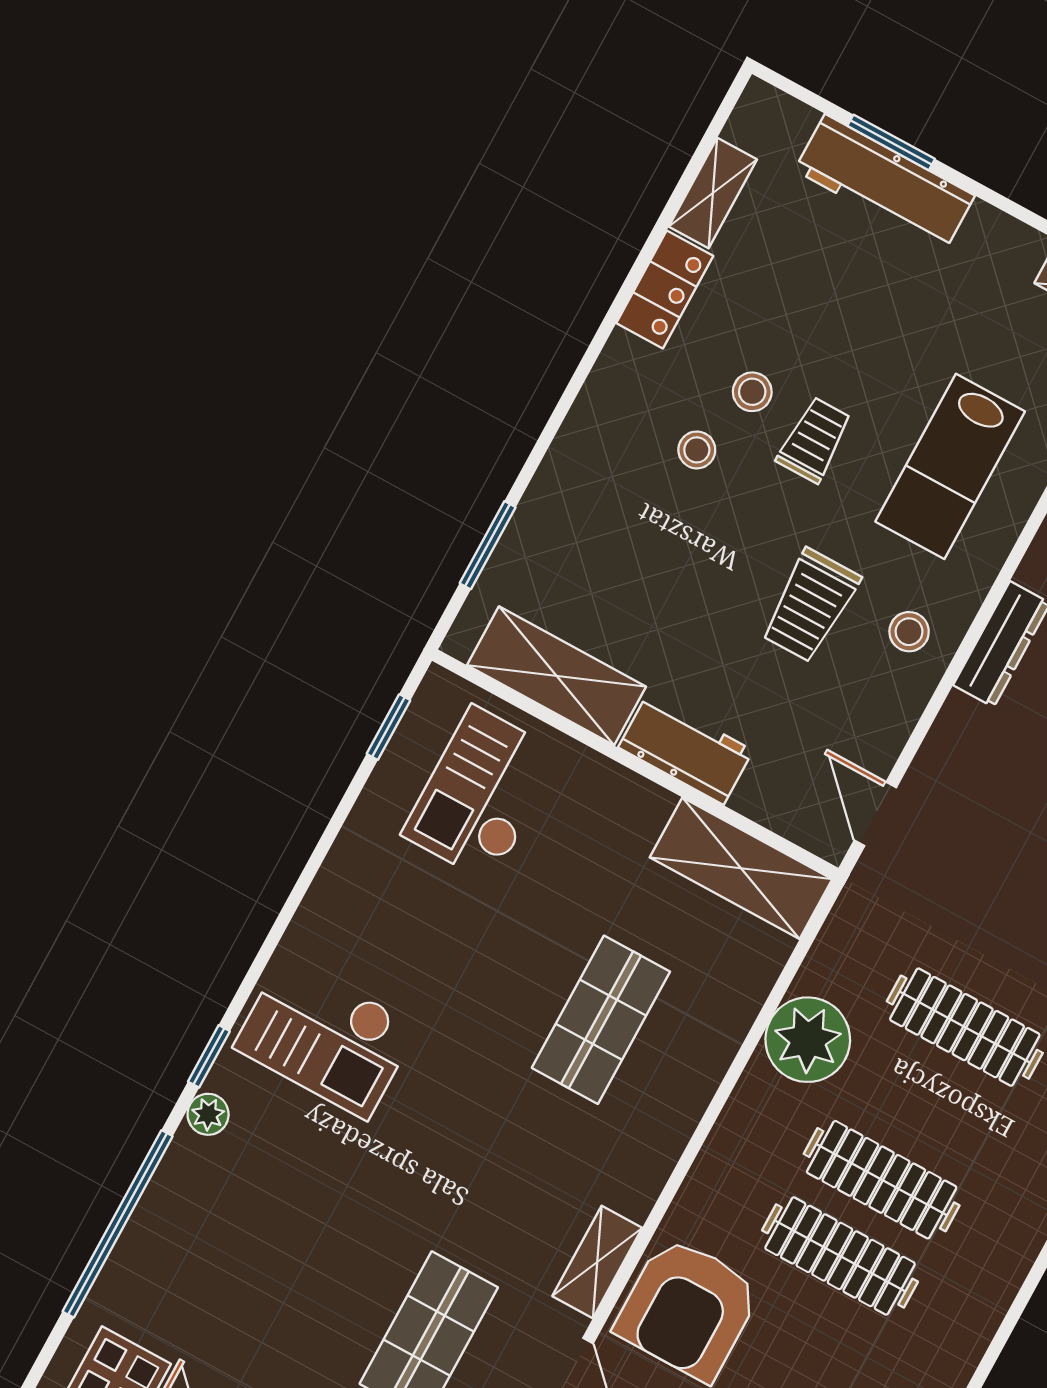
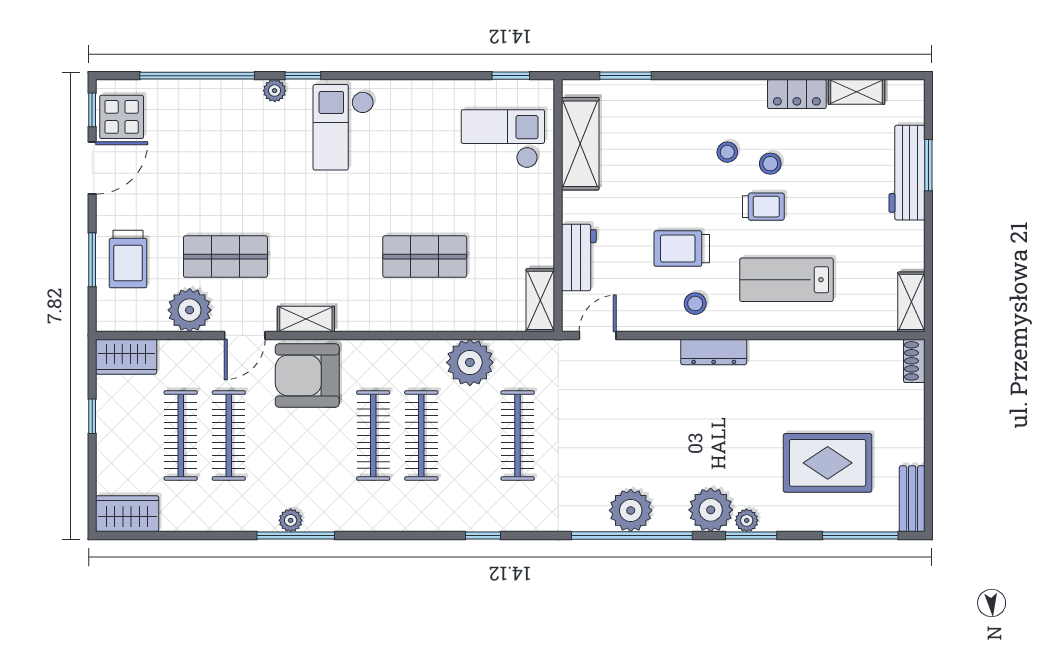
workbench: (686, 749) -> (579, 258), moved
shelving: (741, 868) -> (540, 300), width x0.67, depth x0.75

